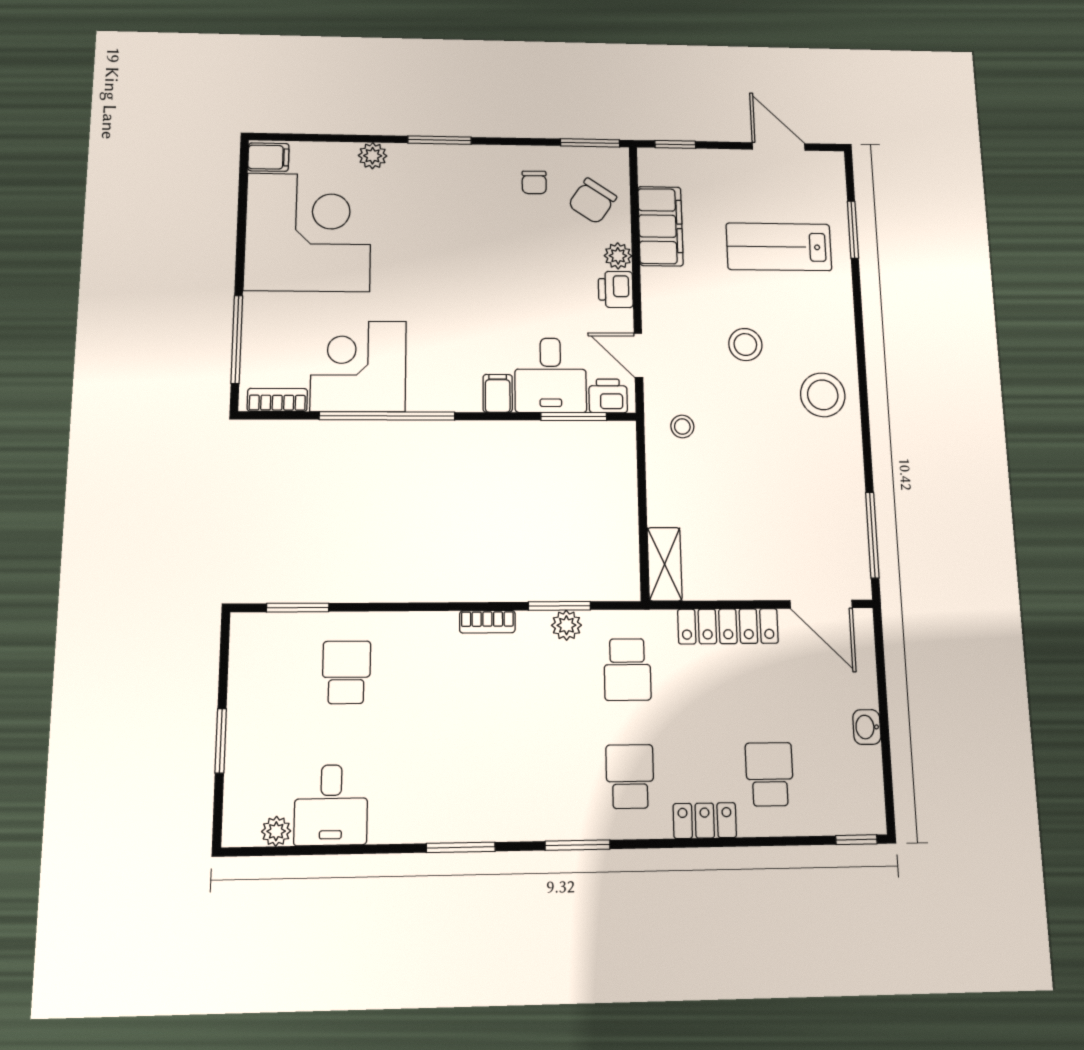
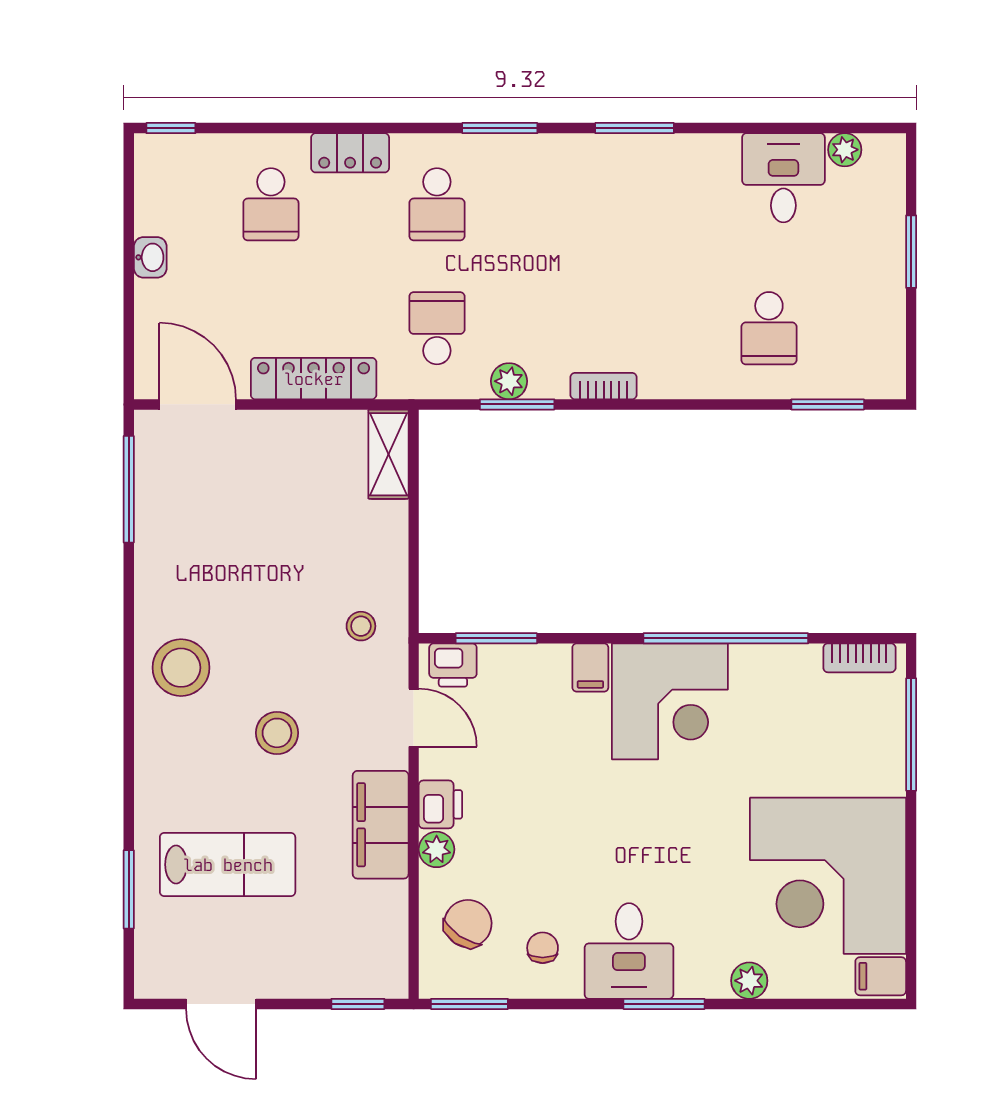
filing cabinet: (660, 226) -> (381, 825), moved
corner desk: (358, 366) -> (670, 701), moved
desk: (551, 375) -> (629, 951), moved, turned 180

